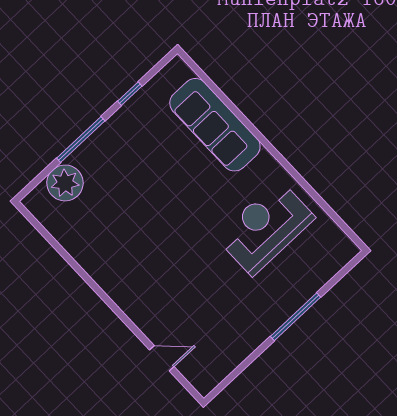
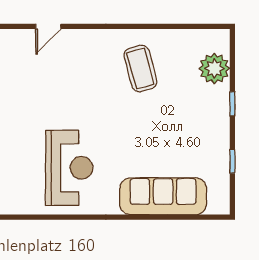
window: (81, 139) -> (232, 104), width x0.46
coffee table: (124, 246) -> (140, 69), added

